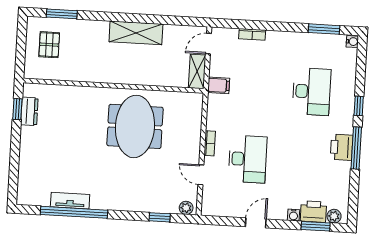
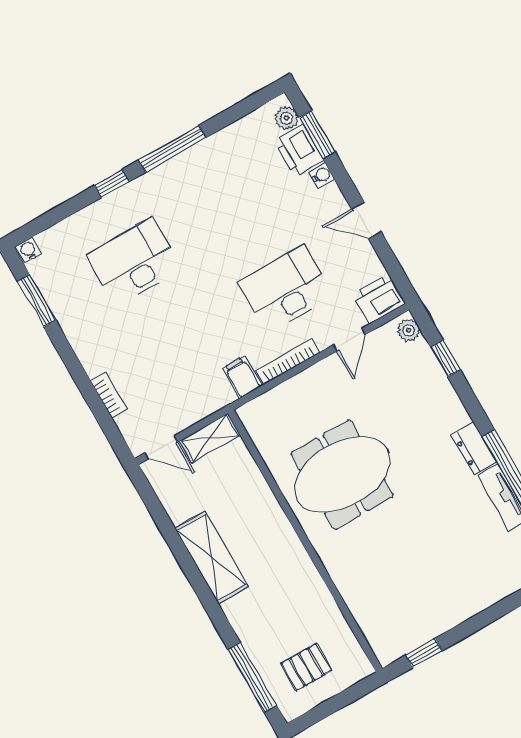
window: (62, 14) -> (252, 677), width x1.44
filing cabinet: (219, 85) -> (242, 377), moved
dresser: (29, 111) -> (474, 448), moved, turned -90
bookcase: (210, 143) -> (288, 362), width x1.56
printer: (342, 147) -> (379, 299), moved, turned 180

